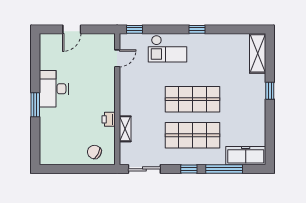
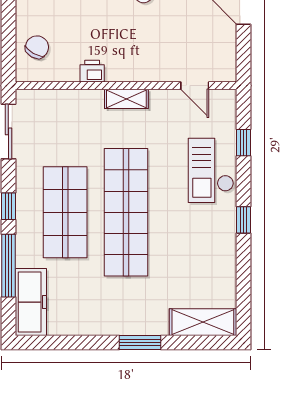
window: (134, 29) -> (244, 143), moved
window: (270, 91) -> (140, 342), width x1.50
shop shelf: (192, 99) -> (126, 212), width x1.40
shelving: (125, 129) -> (126, 99), moved

